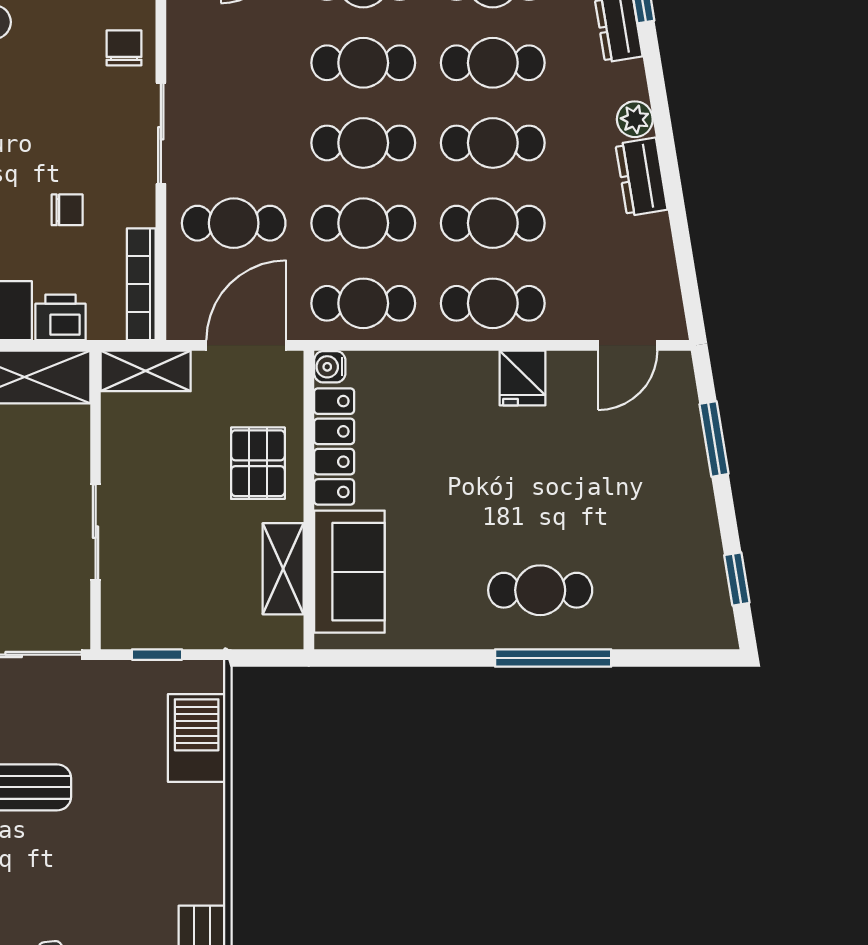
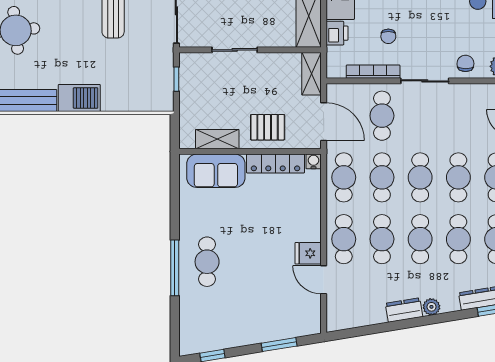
chair: (124, 48) -> (465, 63), turned -89
bookcase: (141, 284) -> (373, 72), moved
door: (628, 345) -> (324, 280), moved
barbecue: (197, 738) -> (79, 98), moved

